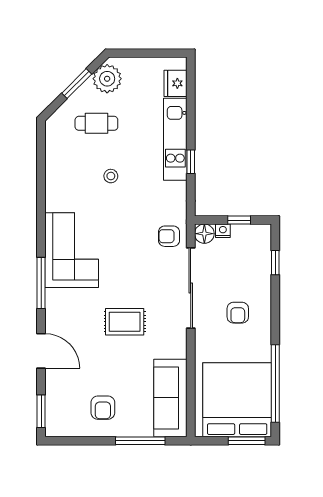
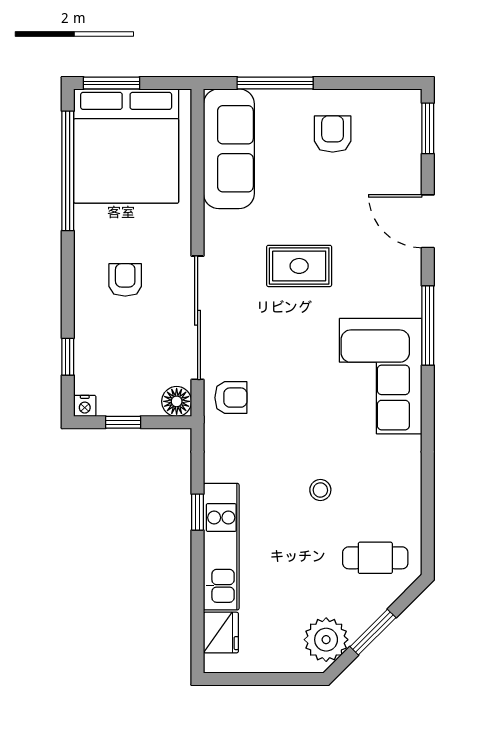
cafe table: (96, 123) -> (375, 558), moved
nightstand: (223, 231) -> (85, 406), moved

